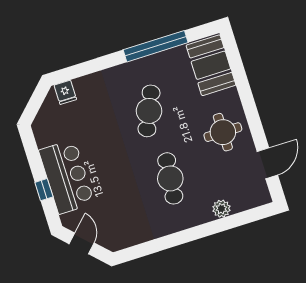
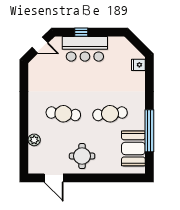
booth: (211, 65) -> (133, 148), moved, turned 90
cafe table: (149, 111) -> (110, 114), turned -30

